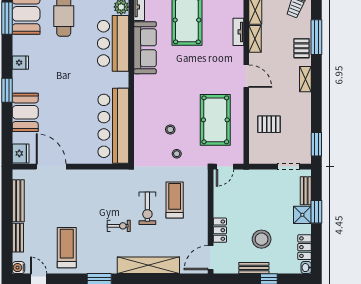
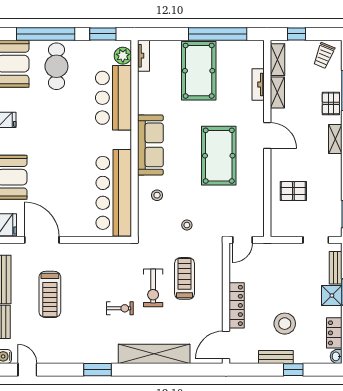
sofa: (145, 48) -> (150, 145), moved
pool table: (215, 120) -> (219, 156), moved
stool: (170, 129) -> (157, 195), moved
locker: (220, 230) -> (237, 305), width x1.53
treadmill: (67, 248) -> (50, 294), moved, turned 180

